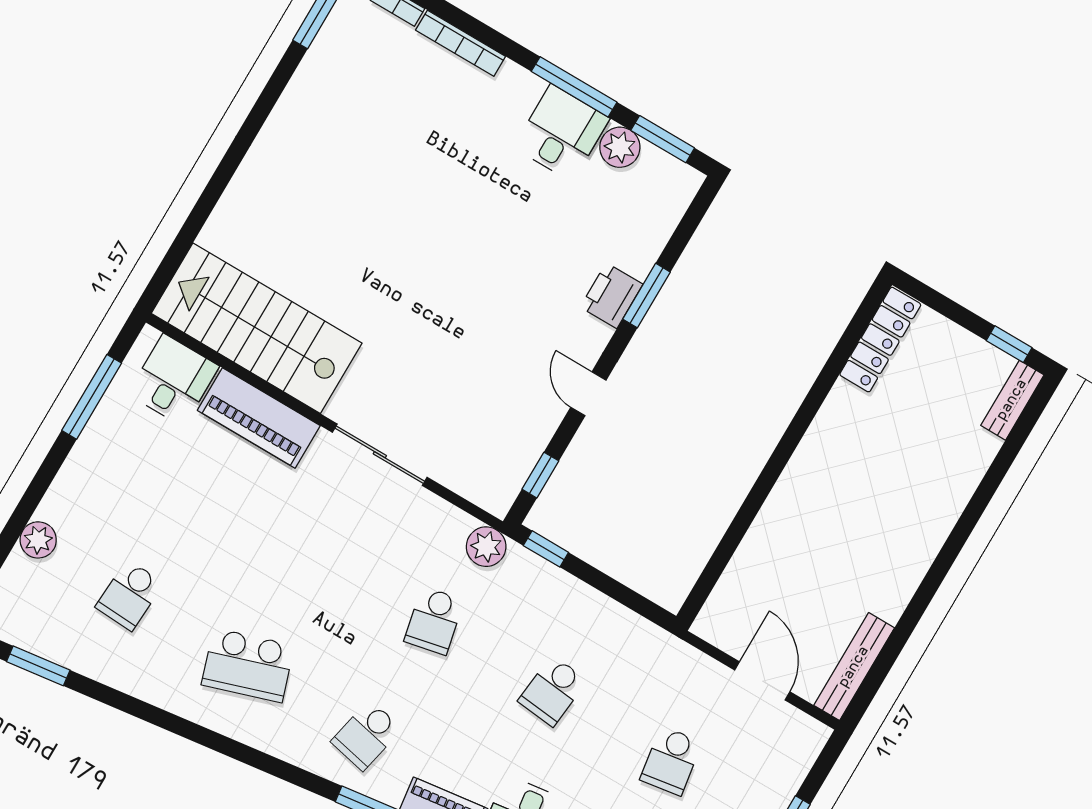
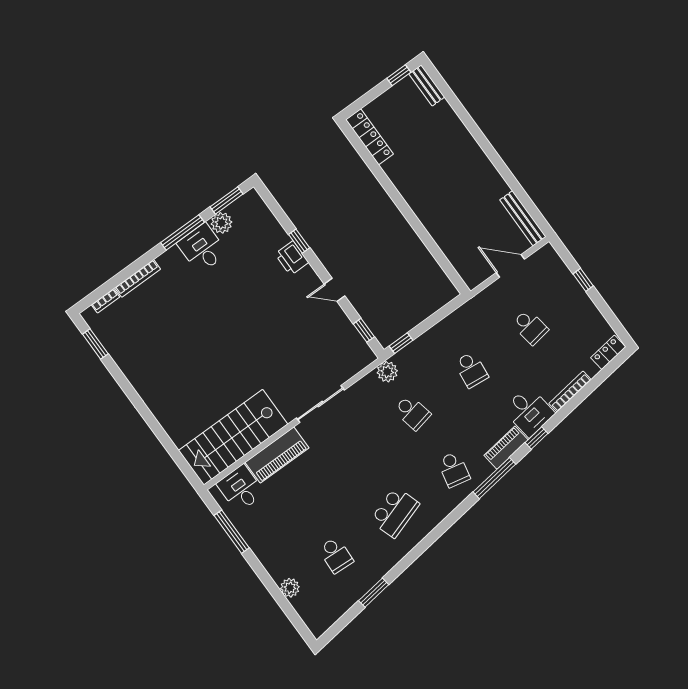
window: (646, 296) -> (299, 241), width x0.67
window: (38, 666) -> (374, 593), moved

